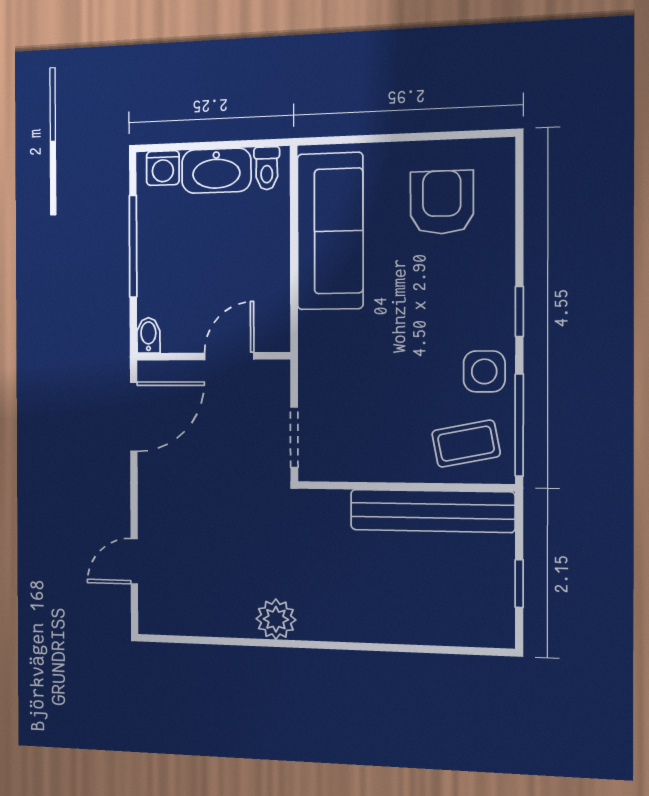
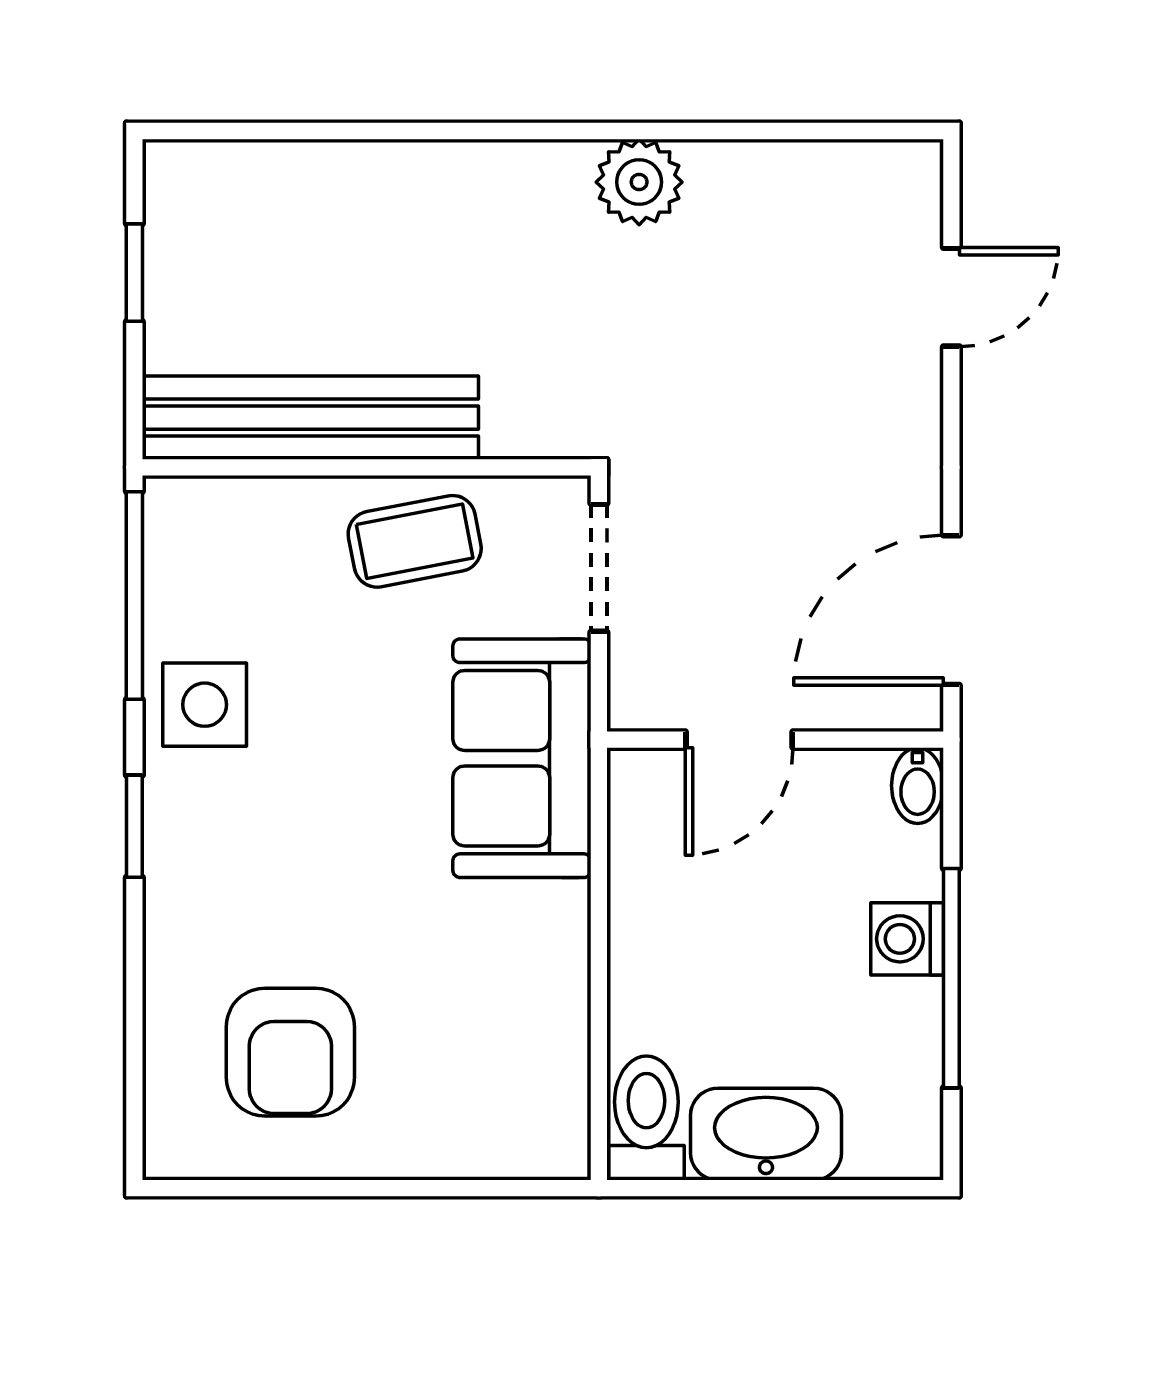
washing machine: (163, 168) -> (907, 939), moved, turned -90
toilet: (267, 168) -> (646, 1118), width x1.37, depth x1.39
sofa: (330, 231) -> (522, 758), moved, width x0.73
coffee table: (466, 444) -> (415, 541), moved

